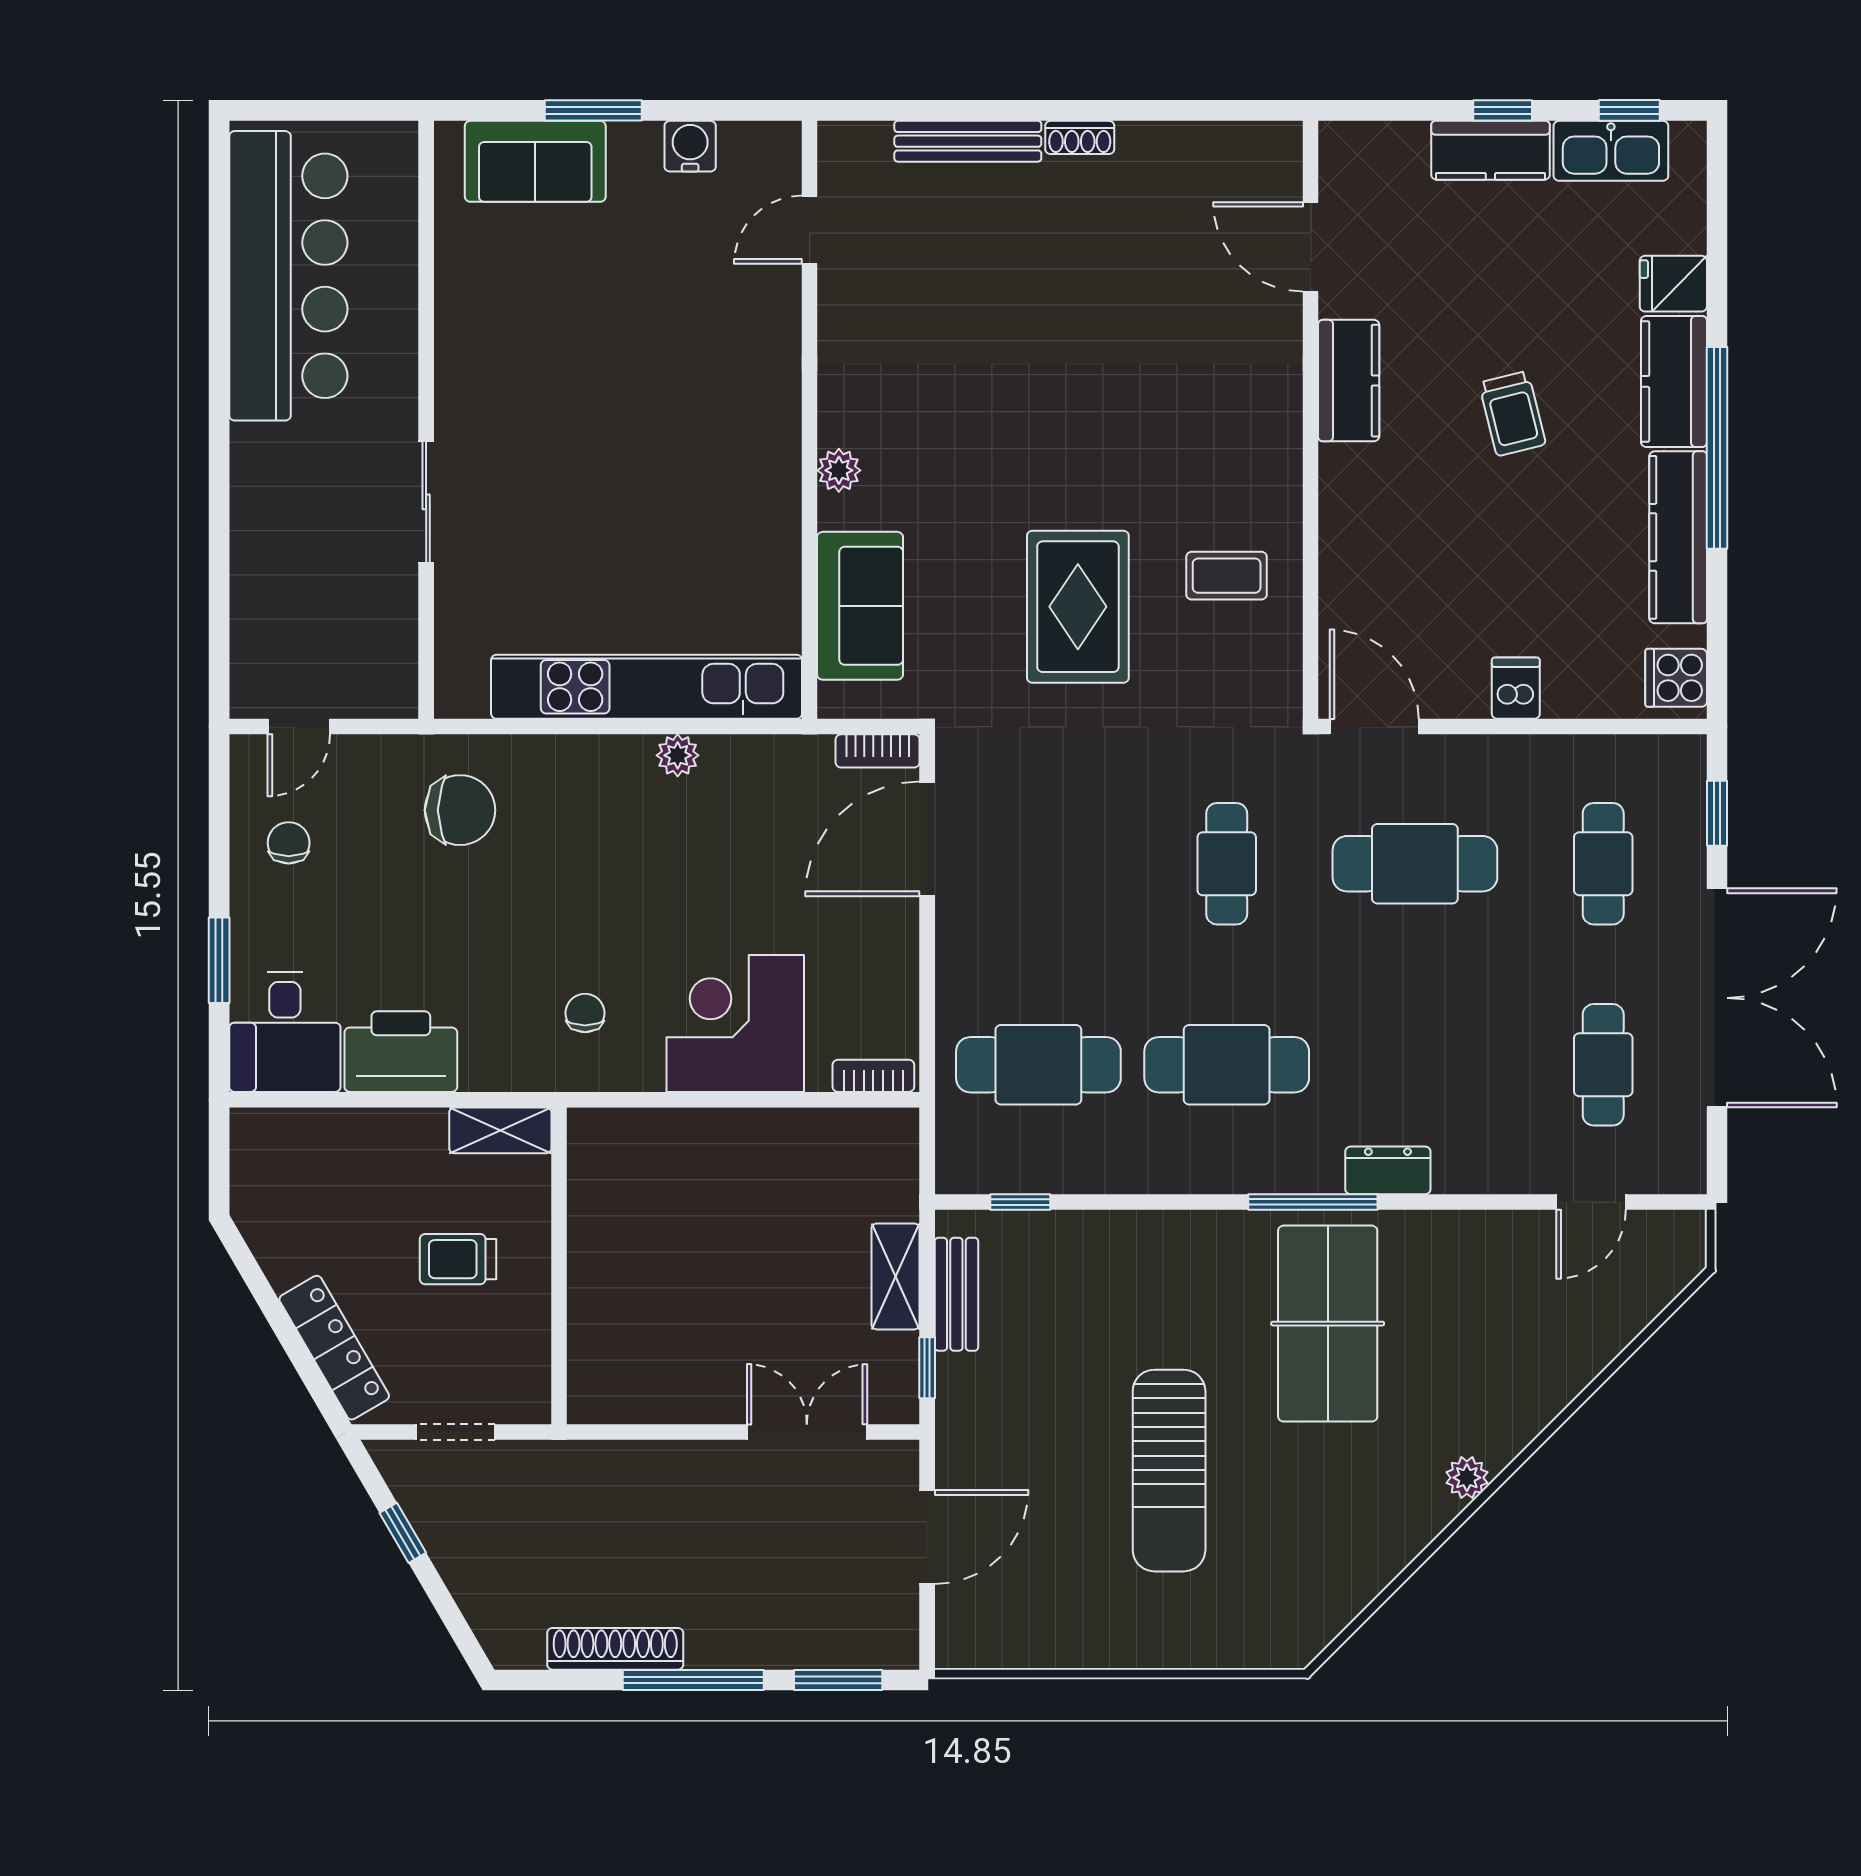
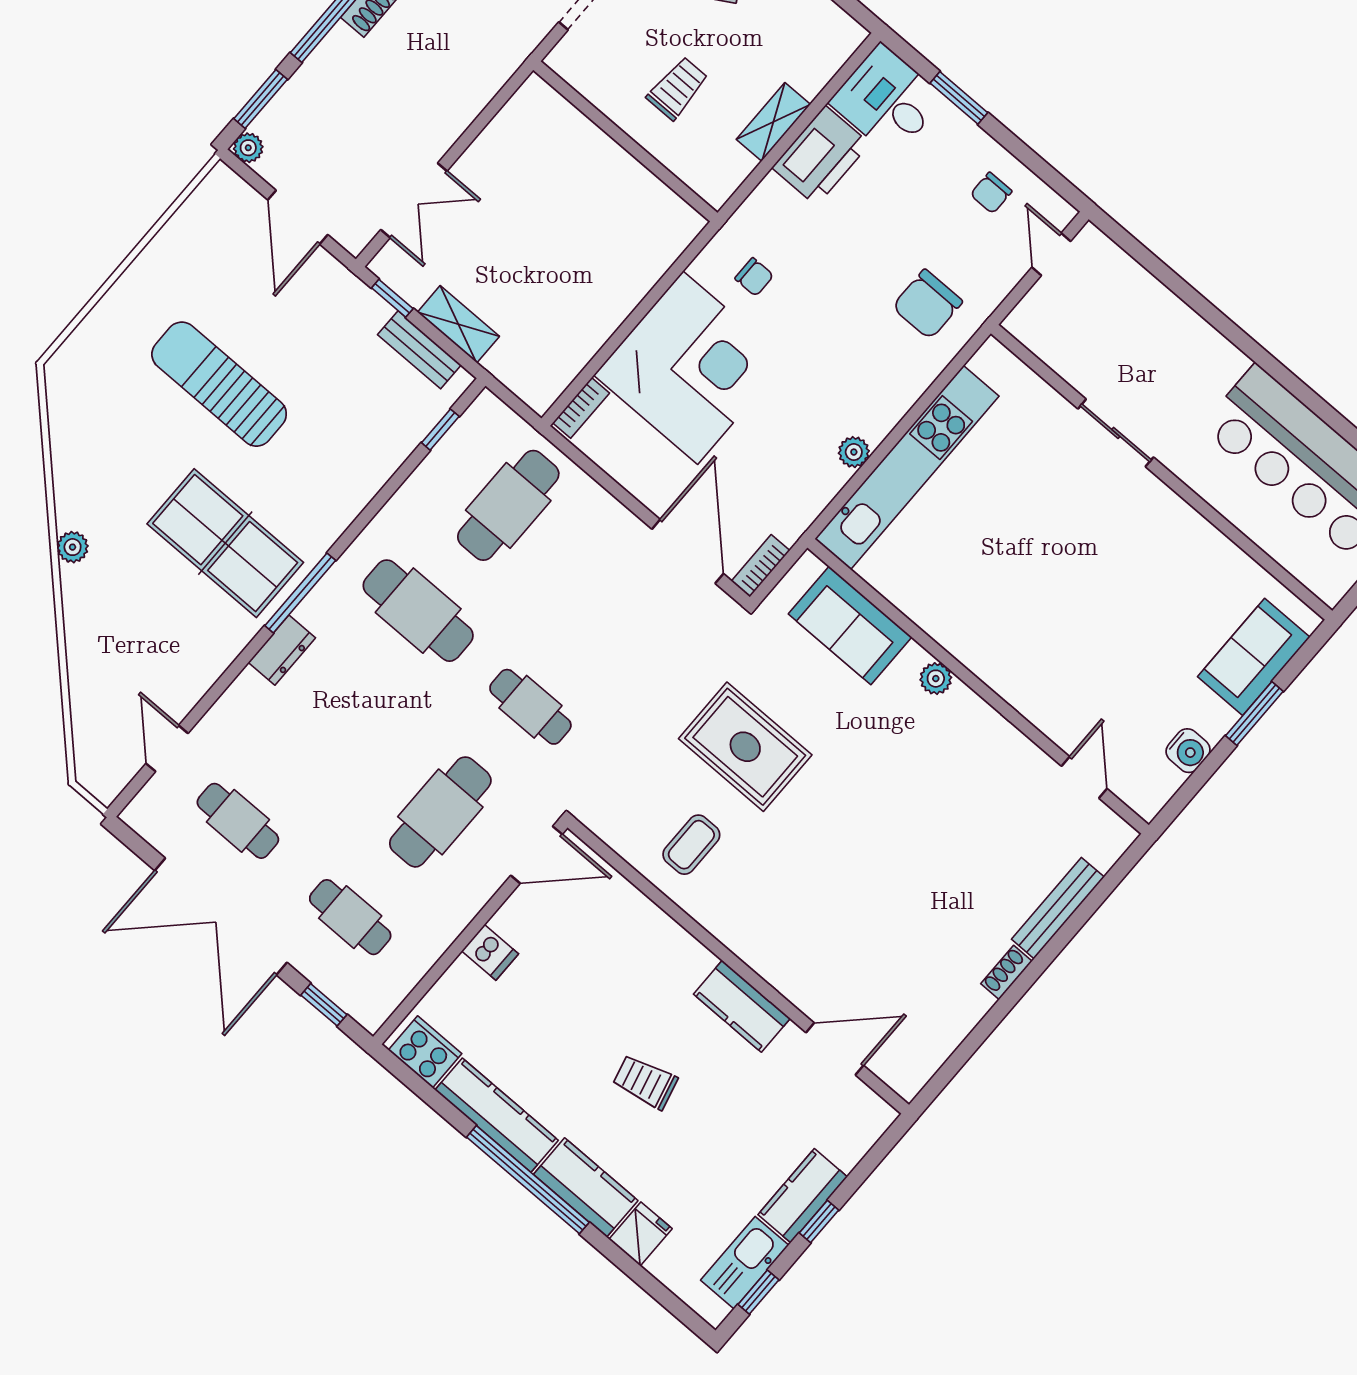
cooker: (1676, 678) -> (425, 1052), width x1.36
chair: (289, 843) -> (991, 193), turned 90
corner desk: (735, 1023) -> (690, 368), width x1.36, depth x1.36
cafe table: (1227, 1065) -> (418, 611), turned 90
shelving: (500, 1130) -> (773, 122), moved
plant: (899, 1650) -> (248, 148), added

